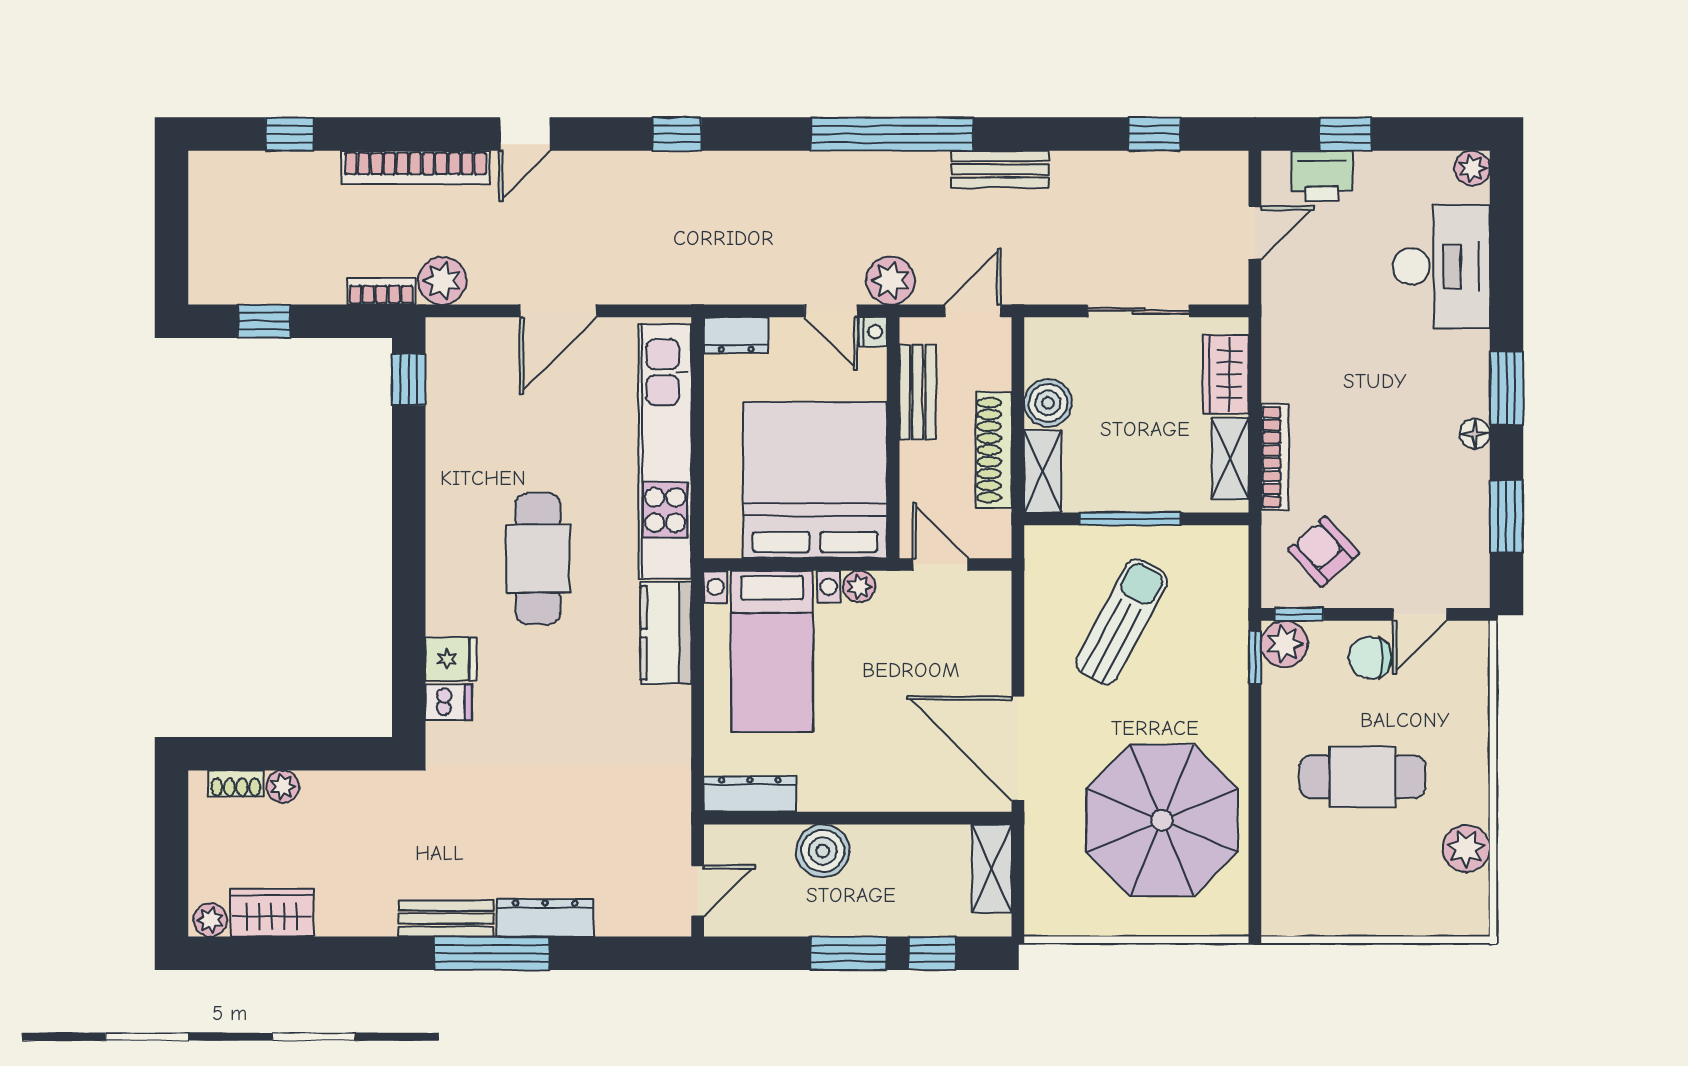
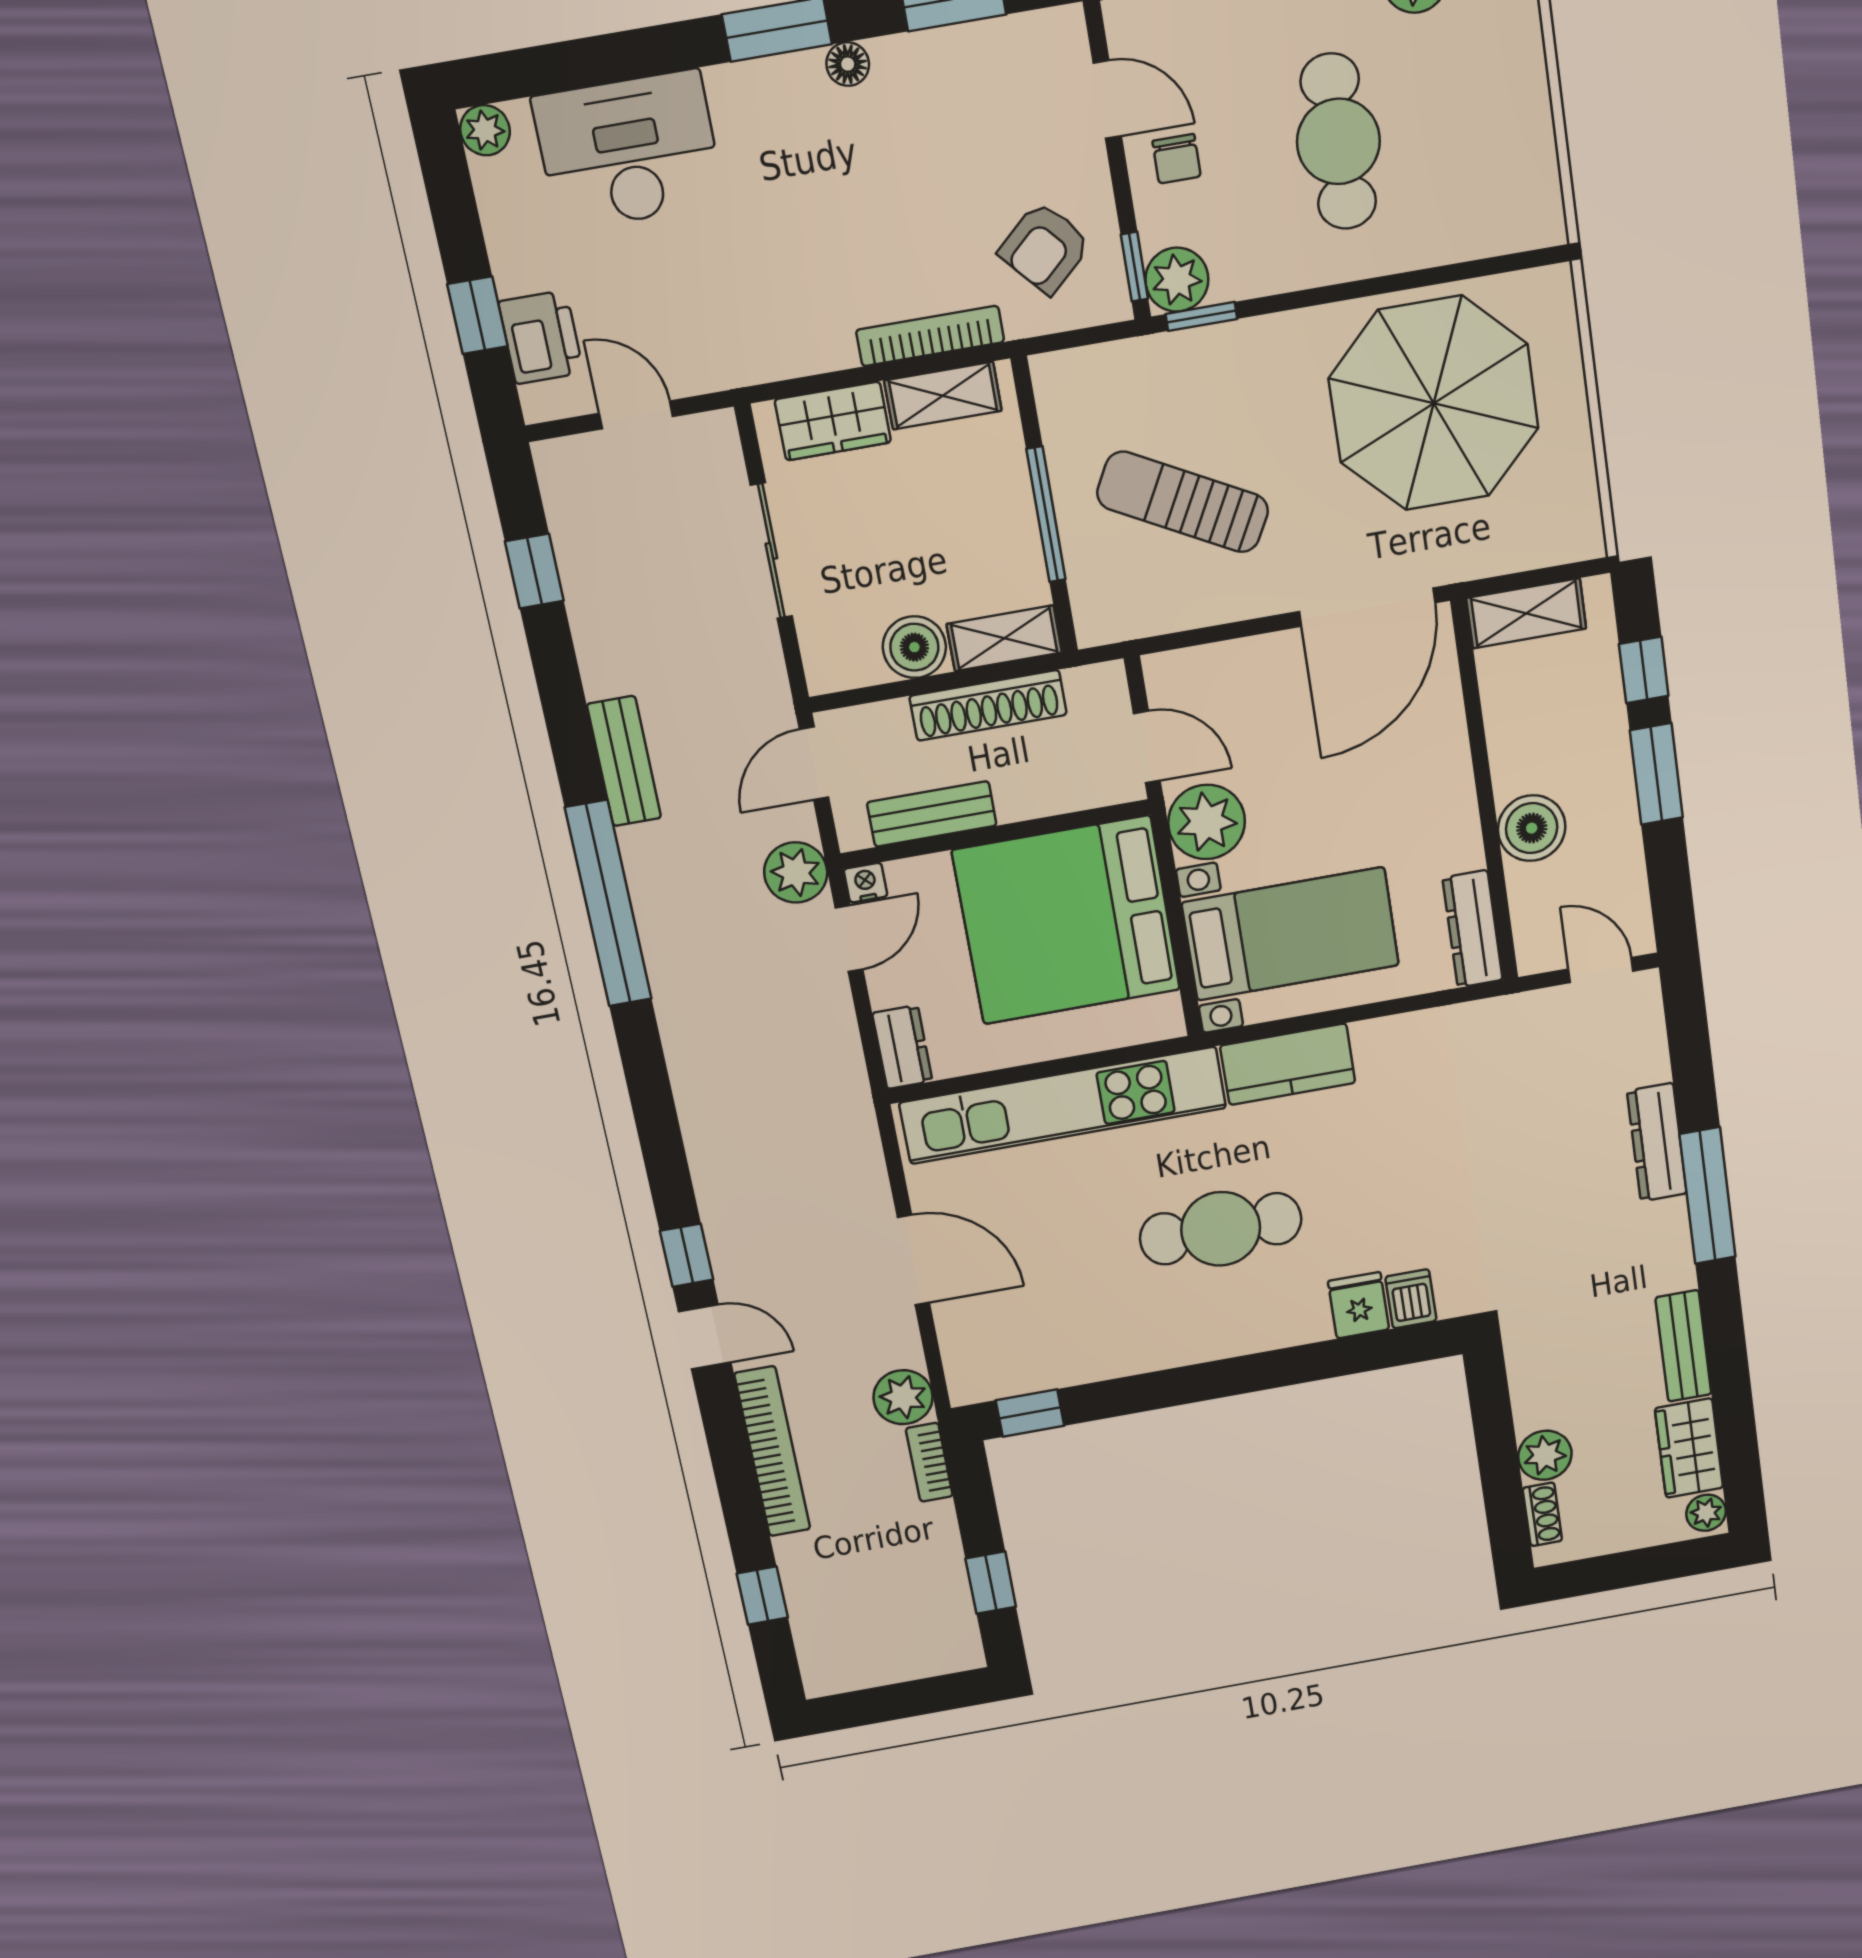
window: (677, 134) -> (687, 1255), moved
door: (973, 311) -> (814, 763), hinge flipped
door: (940, 565) -> (1147, 747), swing flipped
plant: (859, 587) -> (1207, 822), width x1.88, depth x1.88
chair: (1370, 658) -> (1177, 159), width x0.73, depth x0.73
plant: (283, 787) -> (1545, 1455), width x1.38, depth x1.38
bench: (446, 919) -> (1683, 1346), moved

